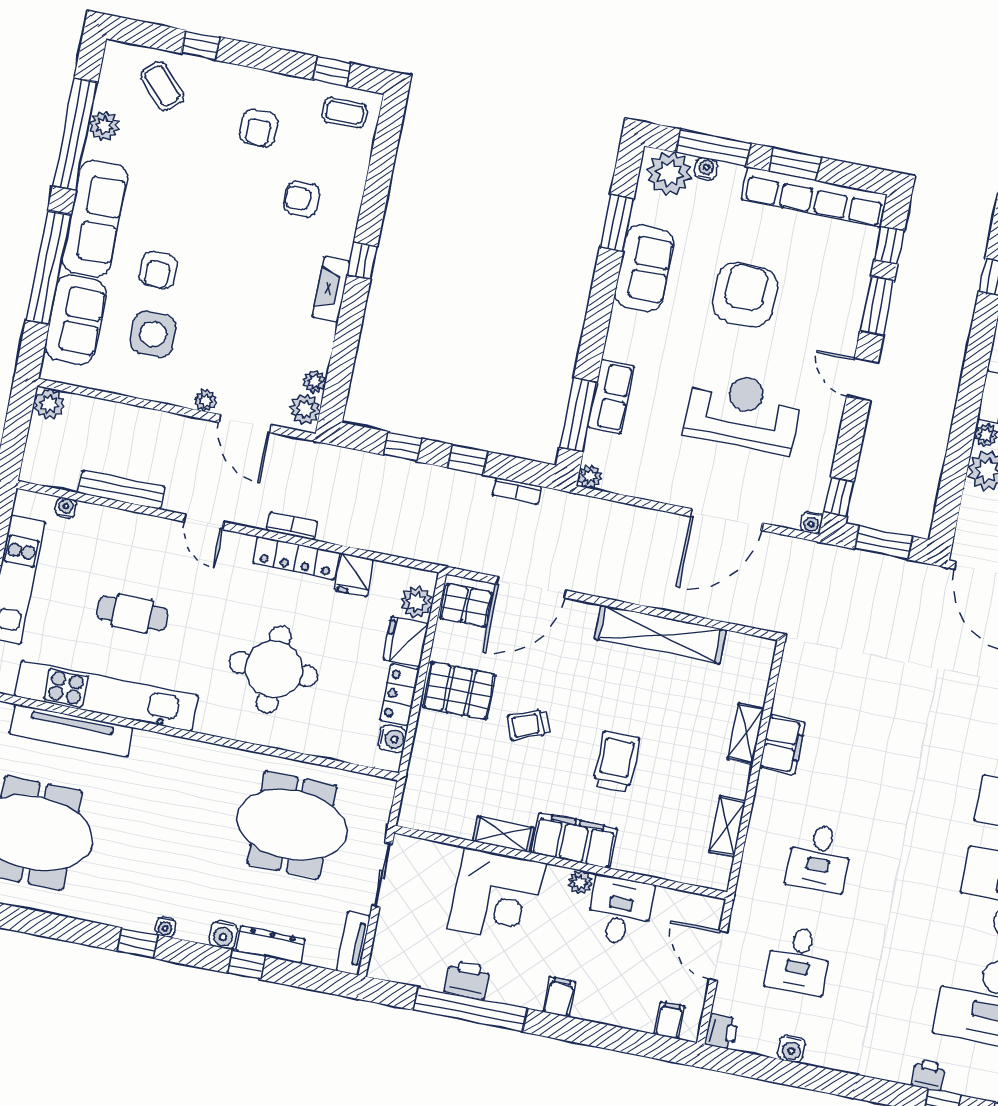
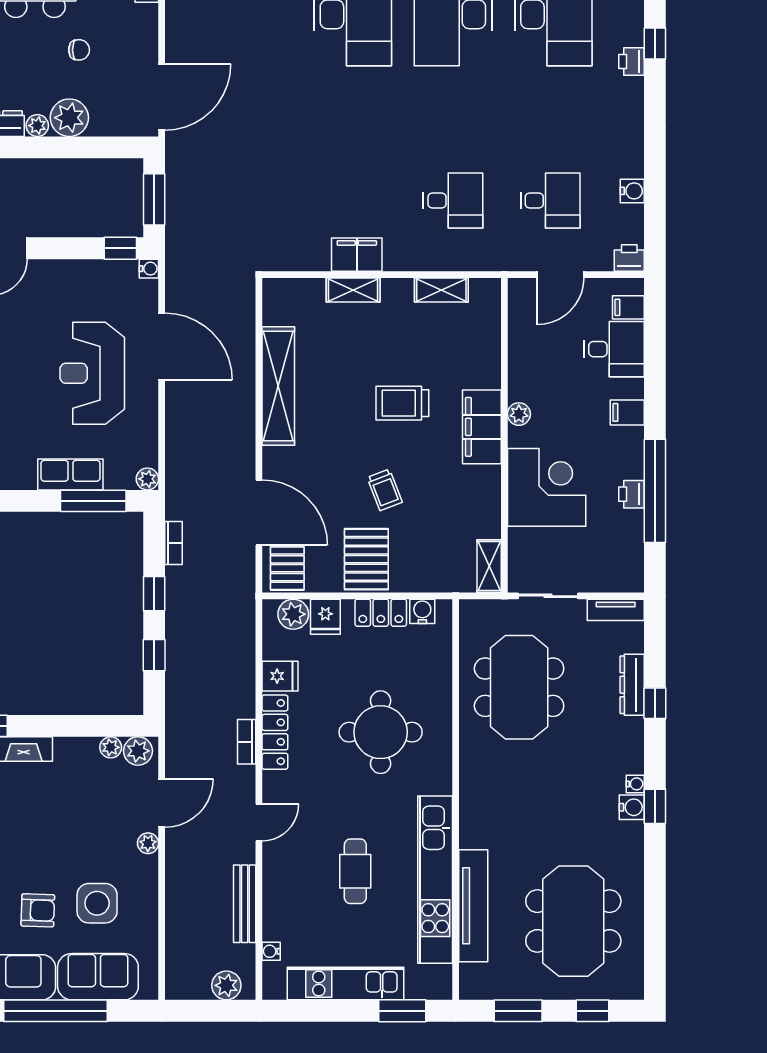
plant: (49, 404) -> (226, 985), moved
reception desk: (743, 412) -> (92, 373), moved
fridge: (406, 641) -> (325, 617), width x0.72
shelving: (503, 834) -> (489, 566), moved
desk: (620, 911) -> (614, 349), moved, turned 180
water cooler: (223, 935) -> (632, 807), moved
printer: (467, 980) -> (631, 494), width x0.73, depth x0.81

